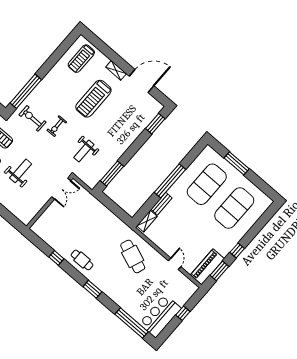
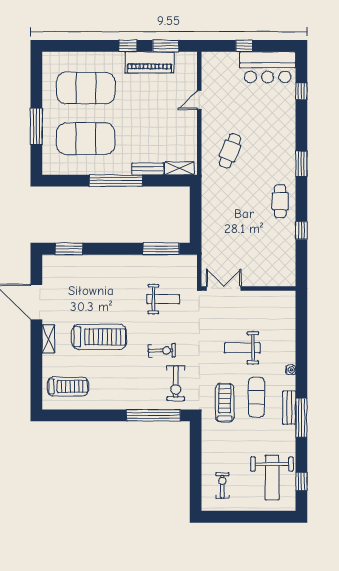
cafe table: (133, 256) -> (230, 151), width x0.73, depth x0.74
piano: (207, 267) -> (149, 62), moved
window: (131, 323) -> (301, 91), width x0.32

